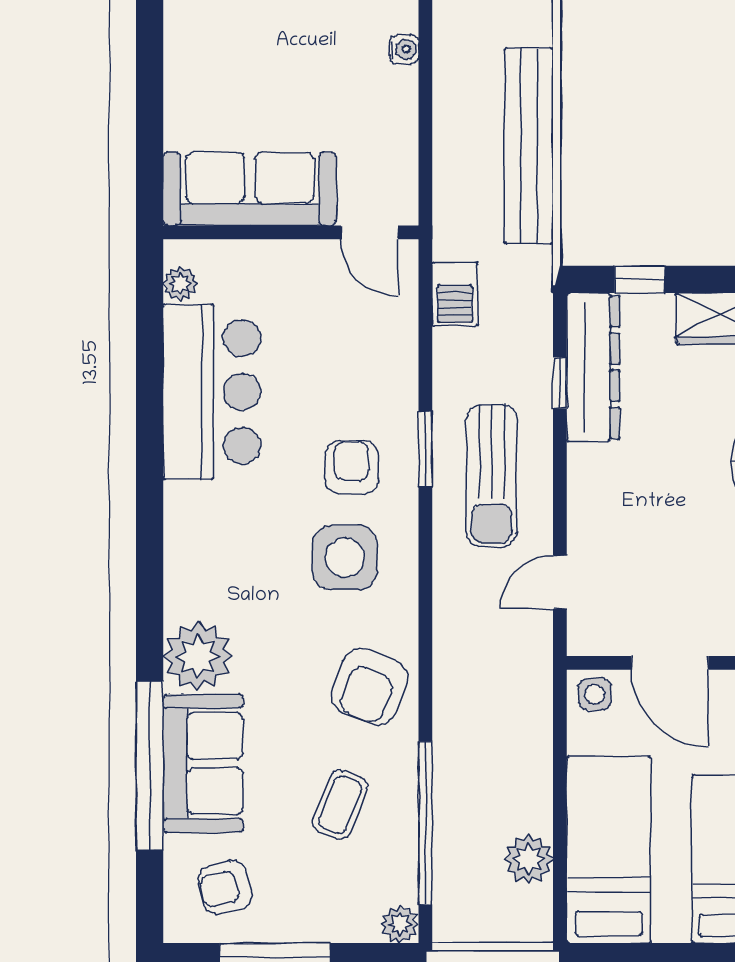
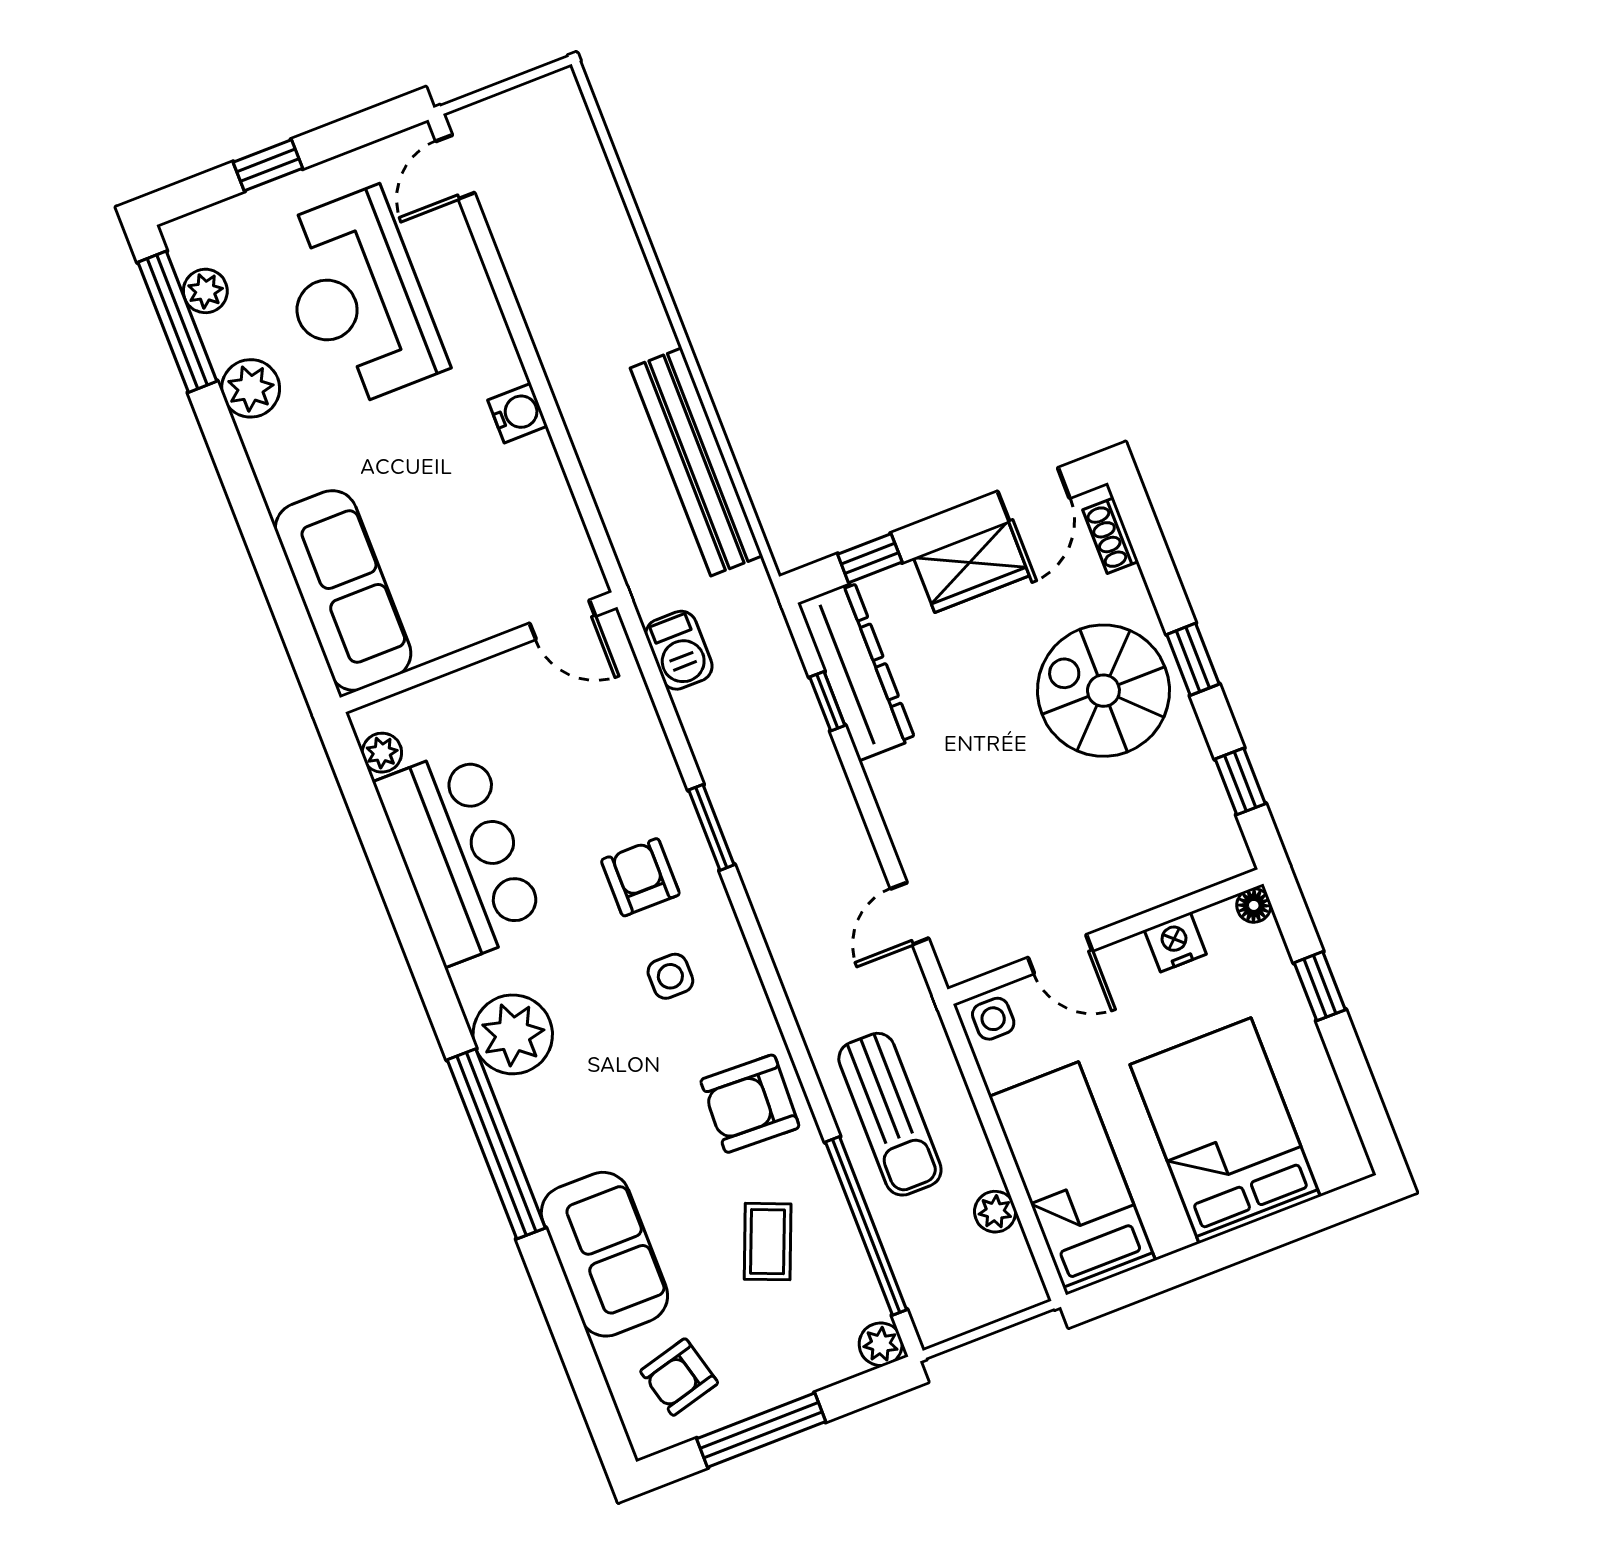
water cooler: (404, 49) -> (518, 413), width x1.38, depth x1.38
sofa: (250, 189) -> (343, 590), moved, turned 90
sun lounger: (492, 476) -> (890, 1114), moved
side table: (345, 558) -> (670, 976), width x0.54, depth x0.54
plant: (198, 656) -> (513, 1034), moved
door: (670, 663) -> (1060, 954), width x0.73
armchair: (369, 687) -> (750, 1104), turned 70
window: (150, 765) -> (496, 1144), moved
plant: (529, 859) -> (995, 1212), width x0.73, depth x0.73

